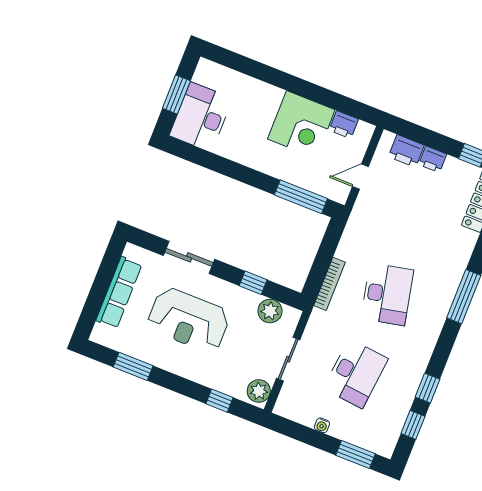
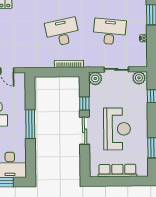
window: (301, 197) -> (30, 124), moved
sliding door: (189, 257) -> (85, 131), moved
plant: (270, 311) -> (95, 79), moved

